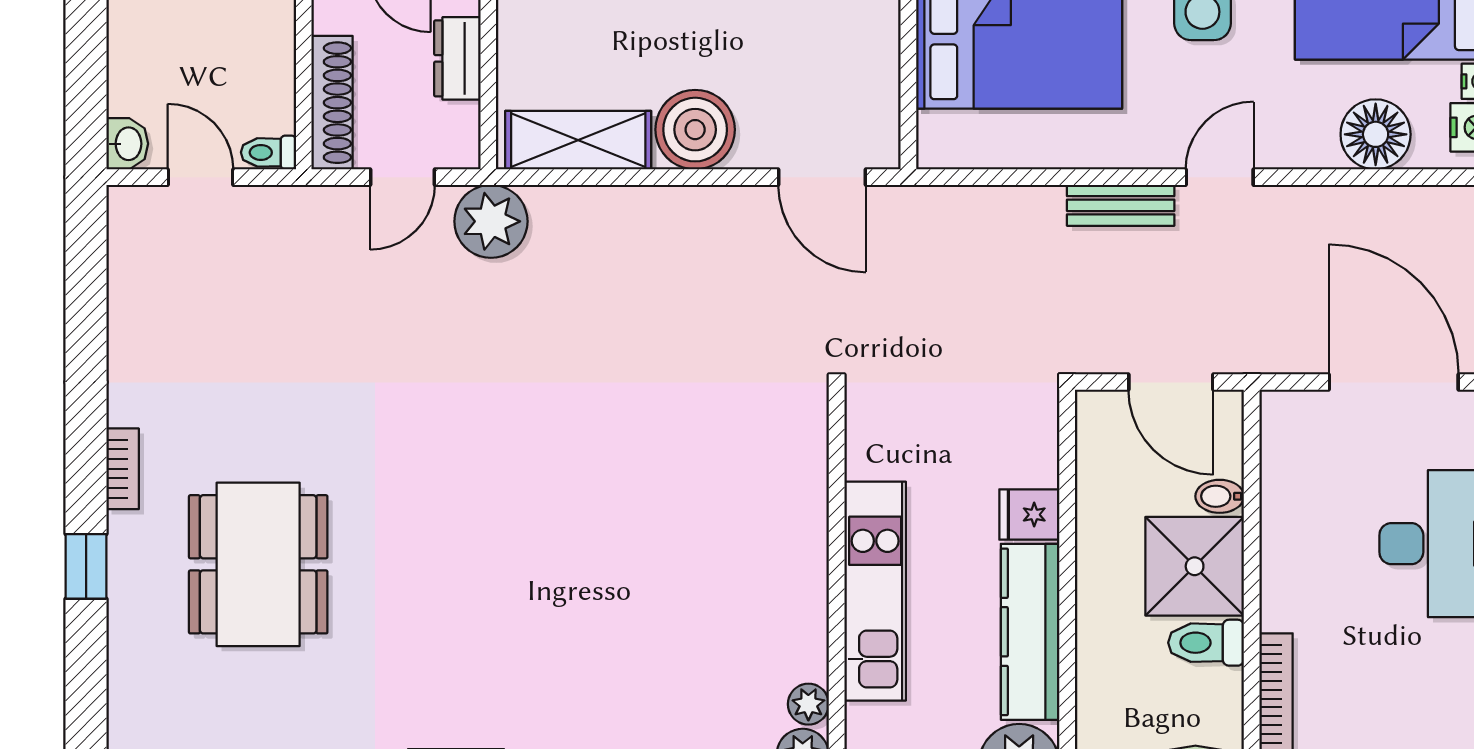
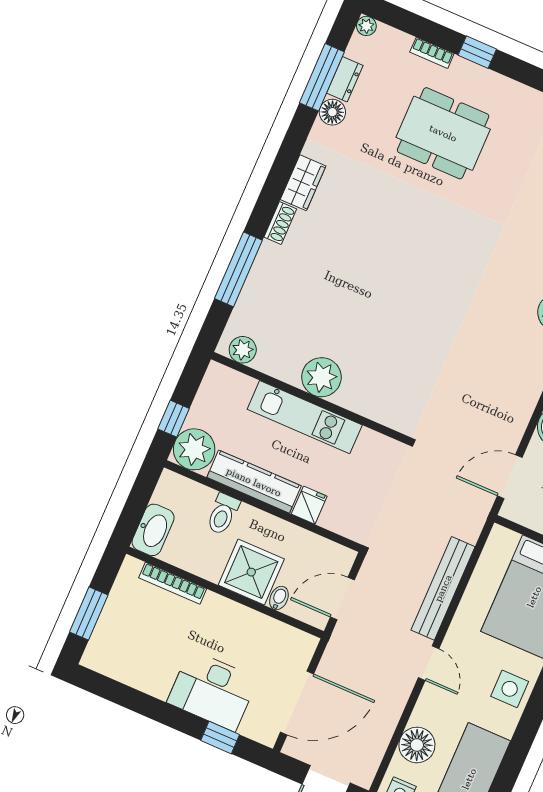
bench: (1121, 205) -> (443, 588), width x1.86, depth x1.21
bookcase: (123, 469) -> (432, 53), moved
toilet: (1206, 643) -> (223, 514), moved, turned 180
plant: (808, 704) -> (321, 377), moved, width x1.87, depth x1.87

